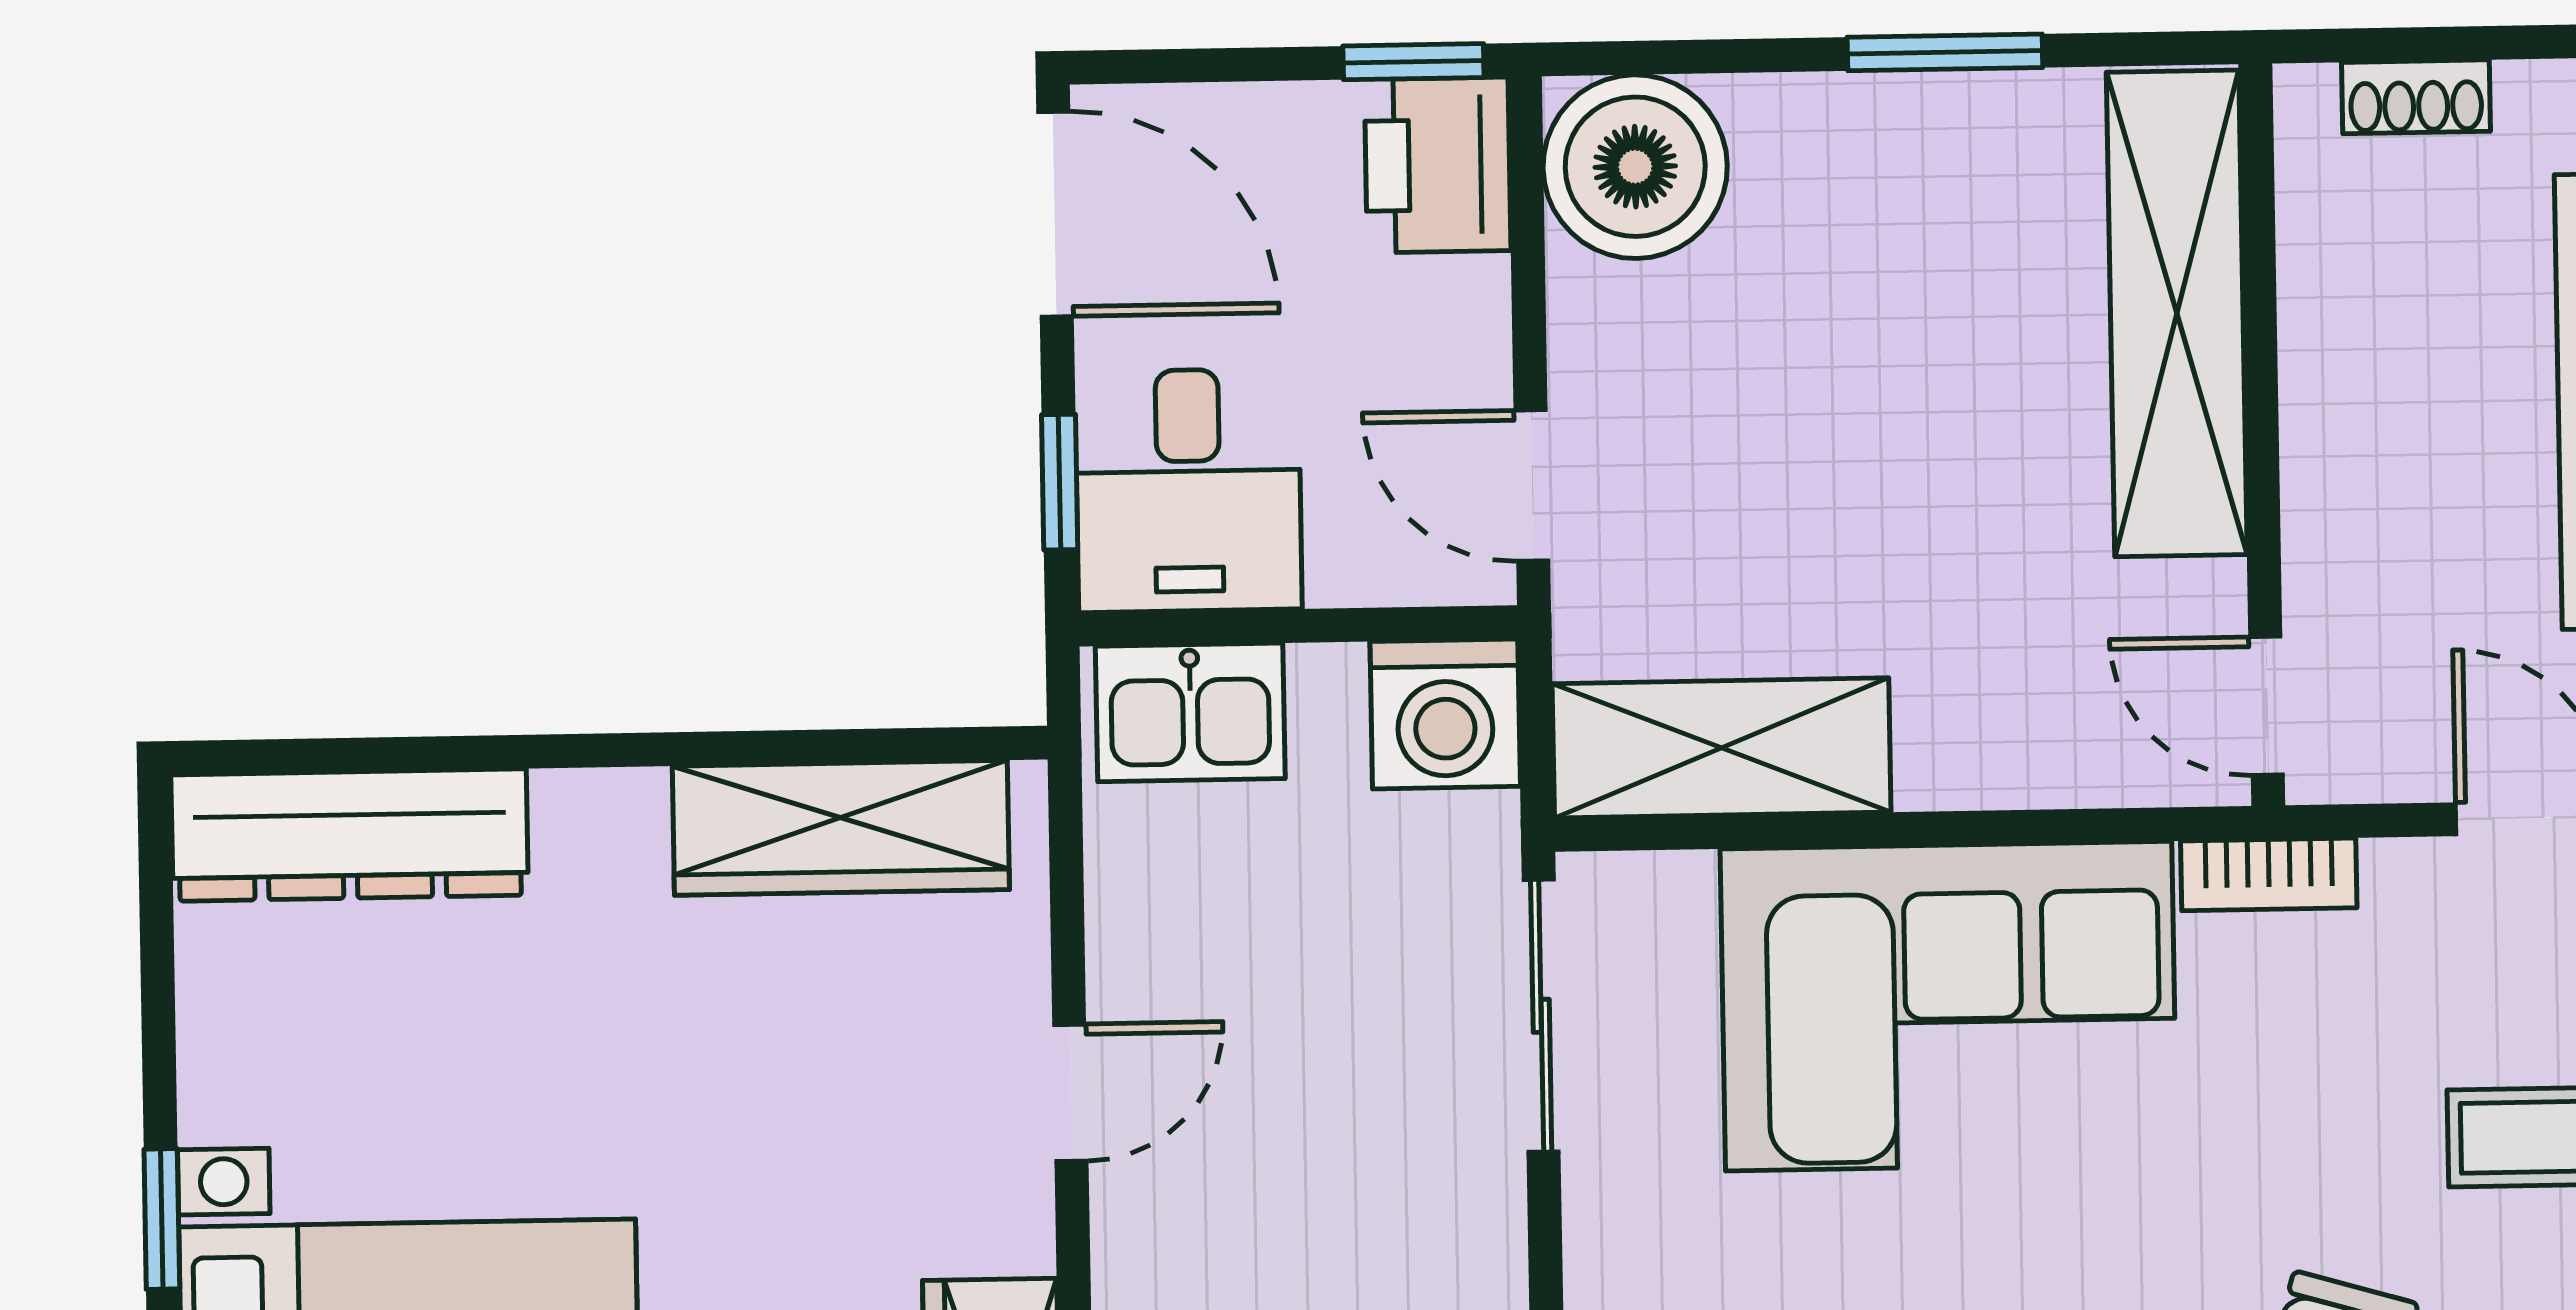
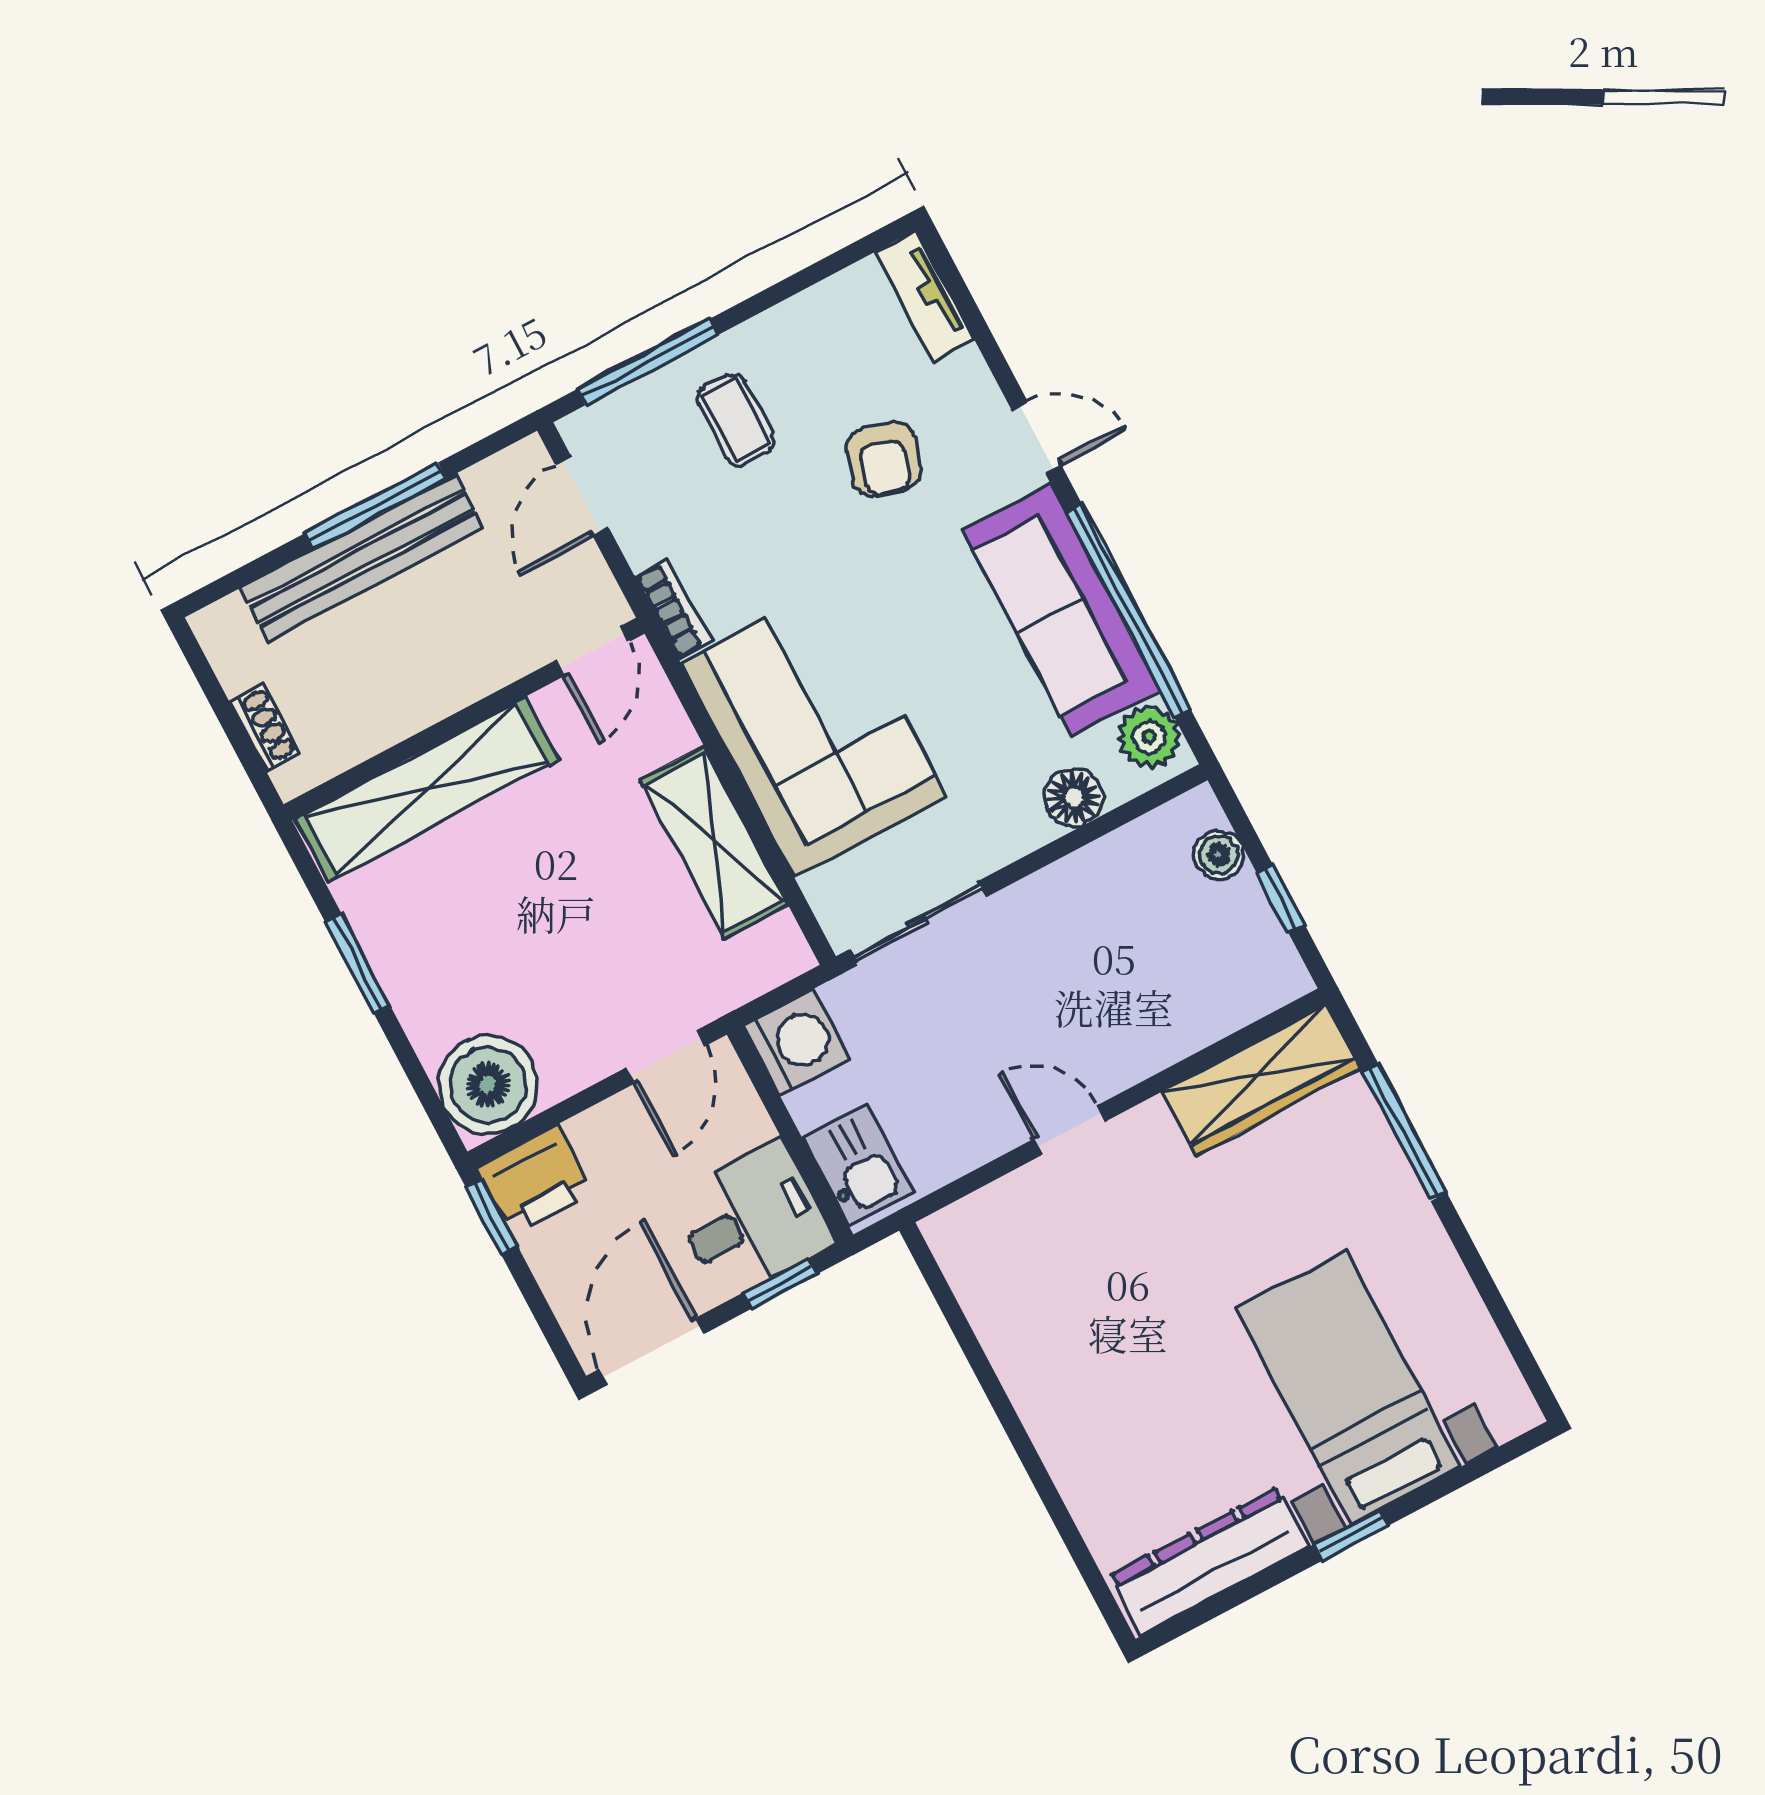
shelving: (1722, 748) -> (714, 842), moved
wardrobe: (841, 828) -> (998, 1305), removed
dresser: (350, 835) -> (1209, 1561), moved, turned -90

